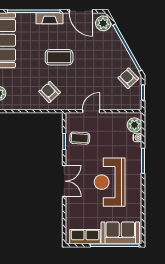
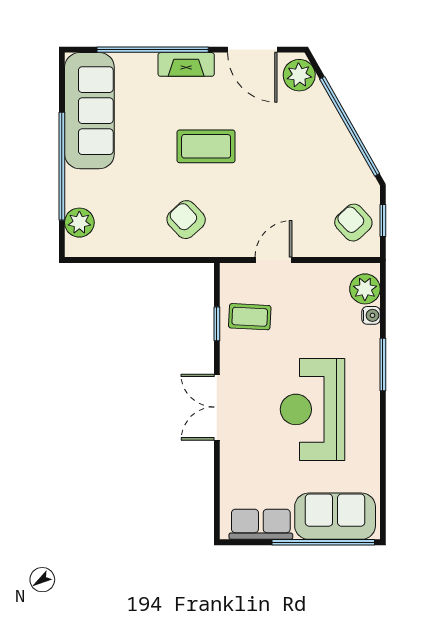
armchair: (128, 78) -> (353, 223), moved
double door: (64, 181) -> (217, 407), swing flipped

